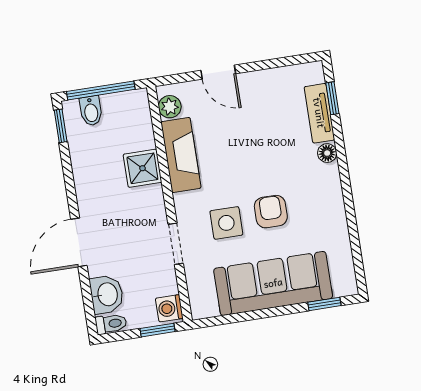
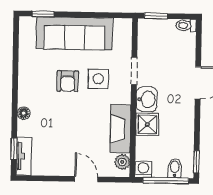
tv unit: (319, 113) -> (24, 156), moved
washbasin: (107, 294) -> (147, 99), moved, turned 180
washing machine: (169, 308) -> (143, 169), moved, turned -90

